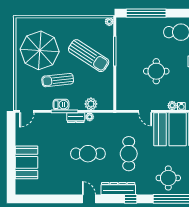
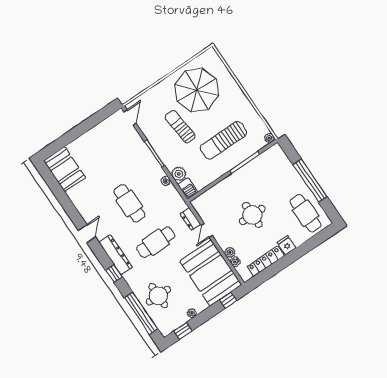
window: (146, 13) -> (310, 181), moved
sun lounger: (89, 56) -> (223, 140), turned 57
barbecue: (61, 105) -> (188, 188), moved
door: (27, 111) -> (130, 118), swing flipped
dresser: (76, 118) -> (190, 219), moved
booth: (27, 162) -> (65, 169), moved, turned 90

